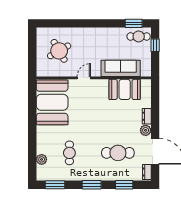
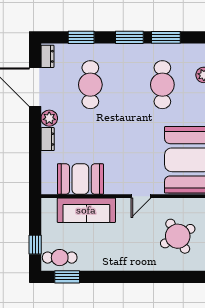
cafe table: (69, 153) -> (162, 85), width x1.37, depth x1.35
cafe table: (118, 153) -> (90, 85), turned 90
window: (55, 185) -> (166, 37), moved

